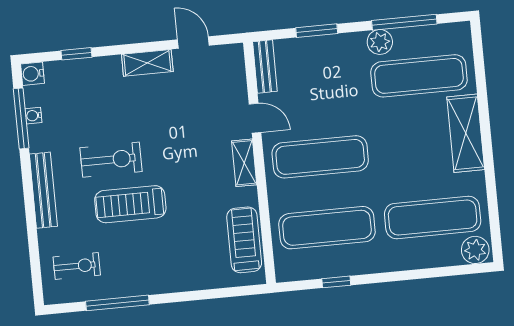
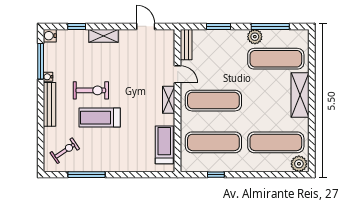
shelving: (147, 63) -> (104, 36), moved
water cooler: (33, 116) -> (48, 77), moved
exercise bike: (77, 266) -> (65, 151), turned -34

